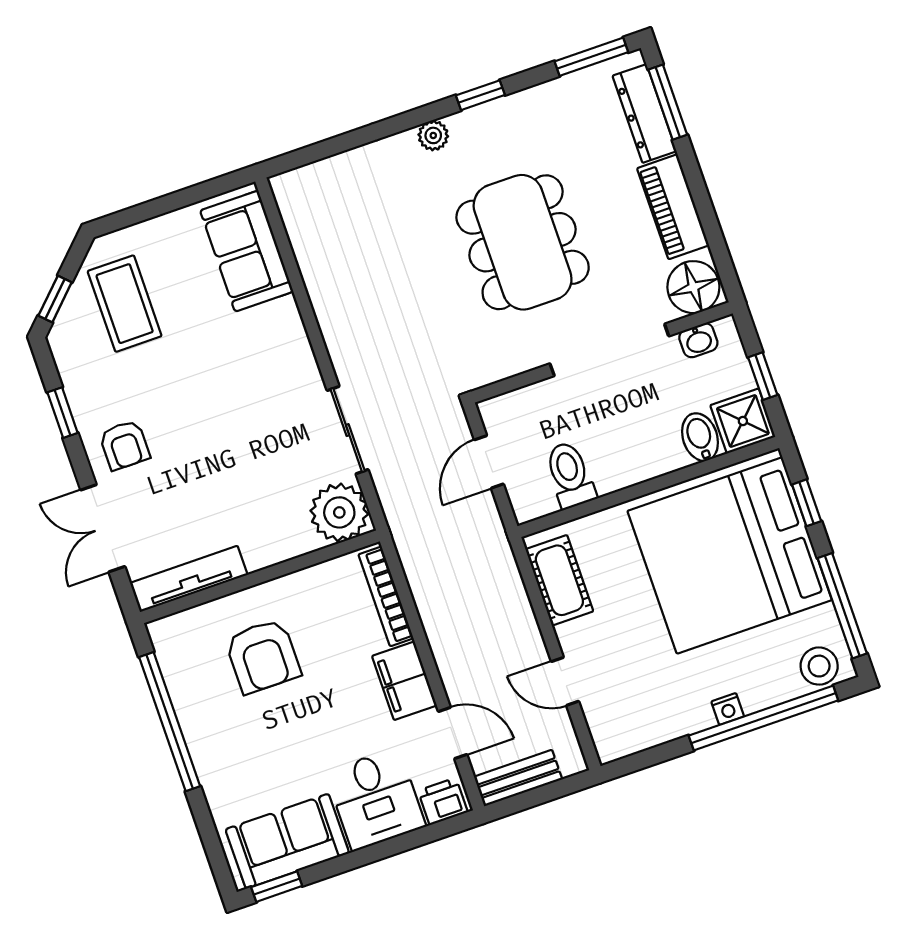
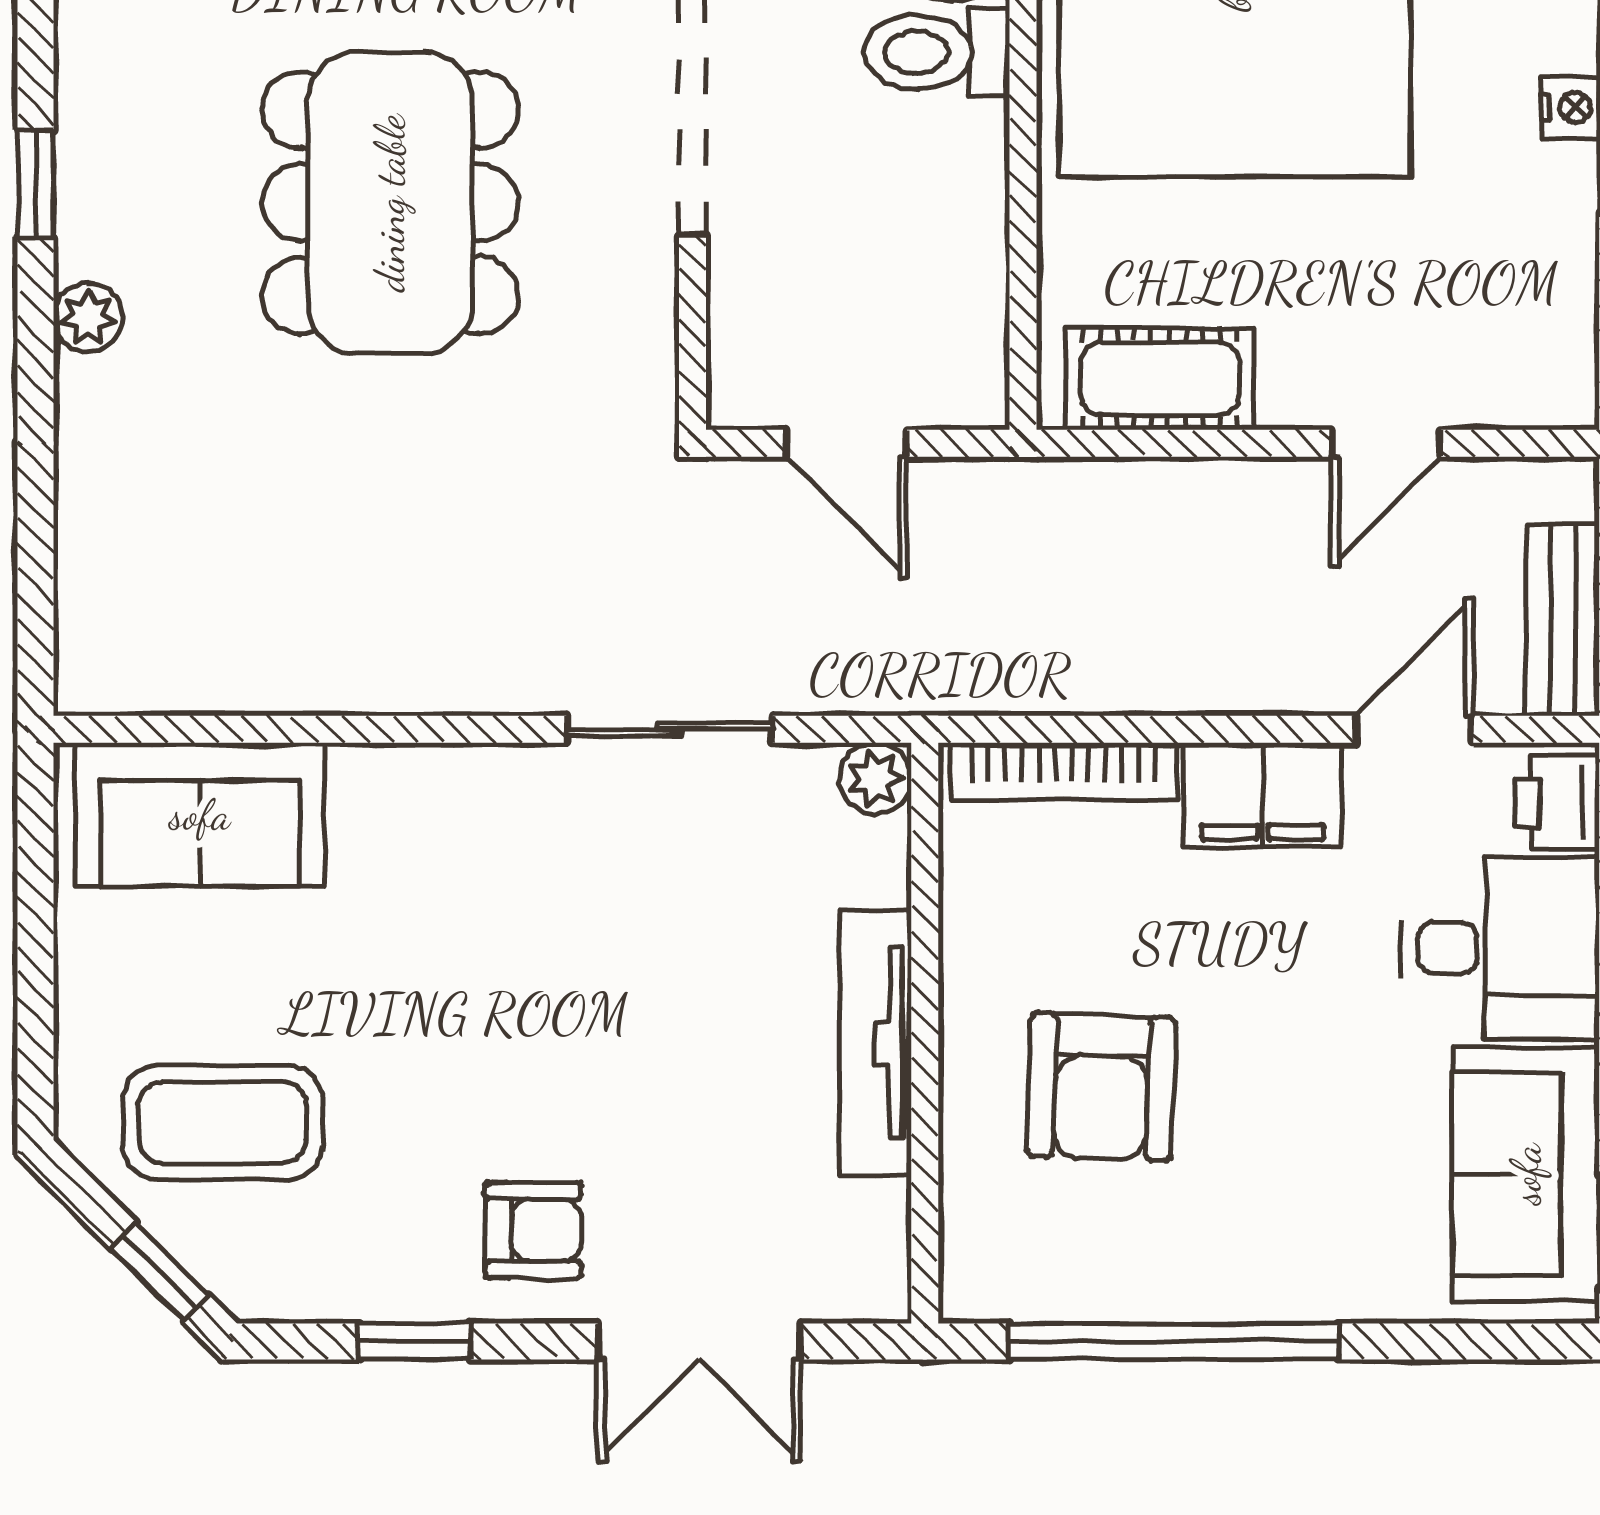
dining table: (523, 242) -> (390, 203), turned 90
toilet: (570, 475) -> (937, 52), moved
plant: (339, 512) -> (875, 779), width x0.53, depth x0.53
tv unit: (189, 579) -> (875, 1043), moved
armchair: (263, 656) -> (1101, 1087), turned 92

